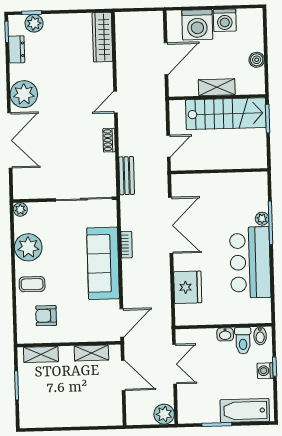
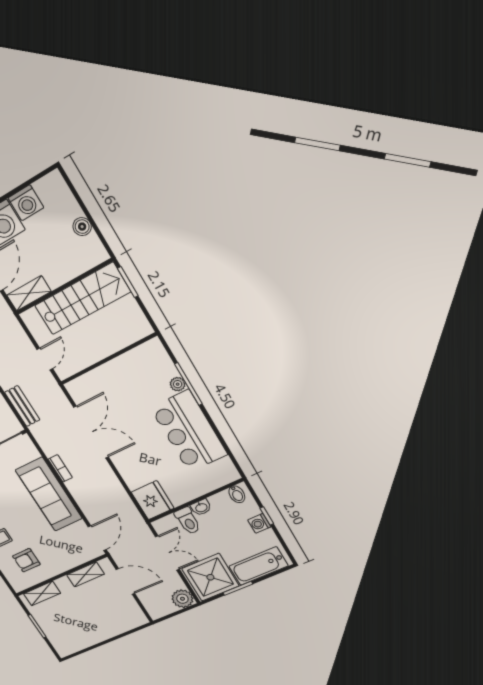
shelving: (217, 87) -> (29, 293), moved
fridge: (188, 287) -> (153, 500), moved
toilet: (243, 341) -> (188, 521), moved
shower: (199, 404) -> (210, 577), added

